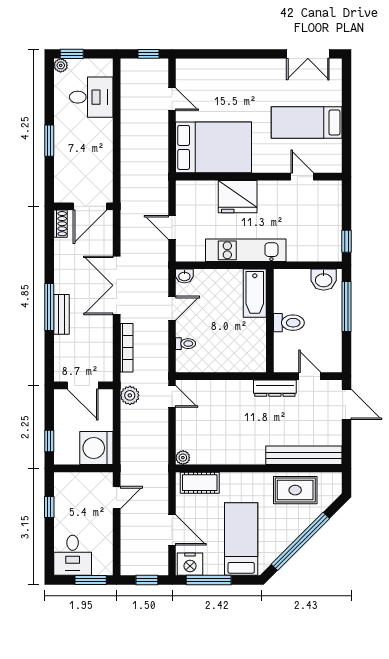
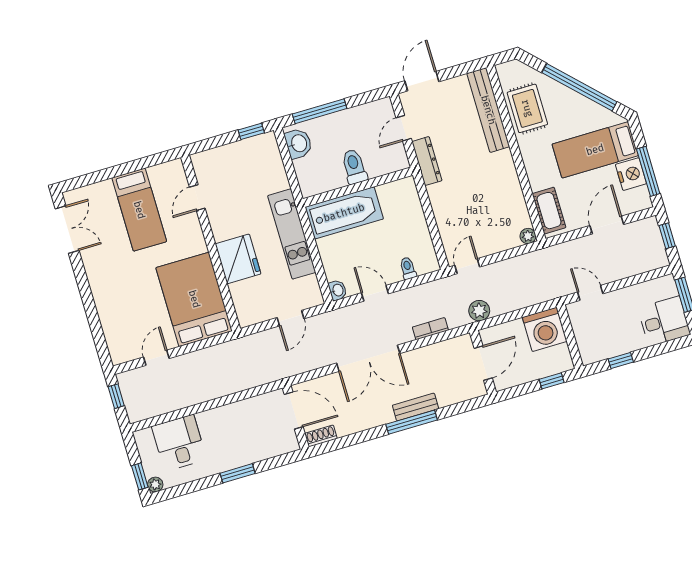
bathtub: (255, 293) -> (344, 213), width x1.36, depth x1.36
bookcase: (127, 348) -> (430, 329), width x0.64
nightstand: (190, 564) -> (631, 174), moved

